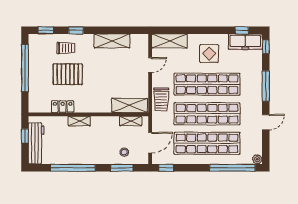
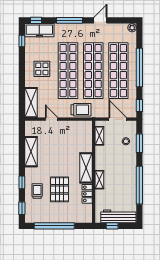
freezer: (245, 42) -> (39, 30), moved, turned 90
shelving: (130, 105) -> (86, 168), moved
door: (266, 122) -> (100, 20), hinge flipped
window: (232, 168) -> (139, 67), moved

